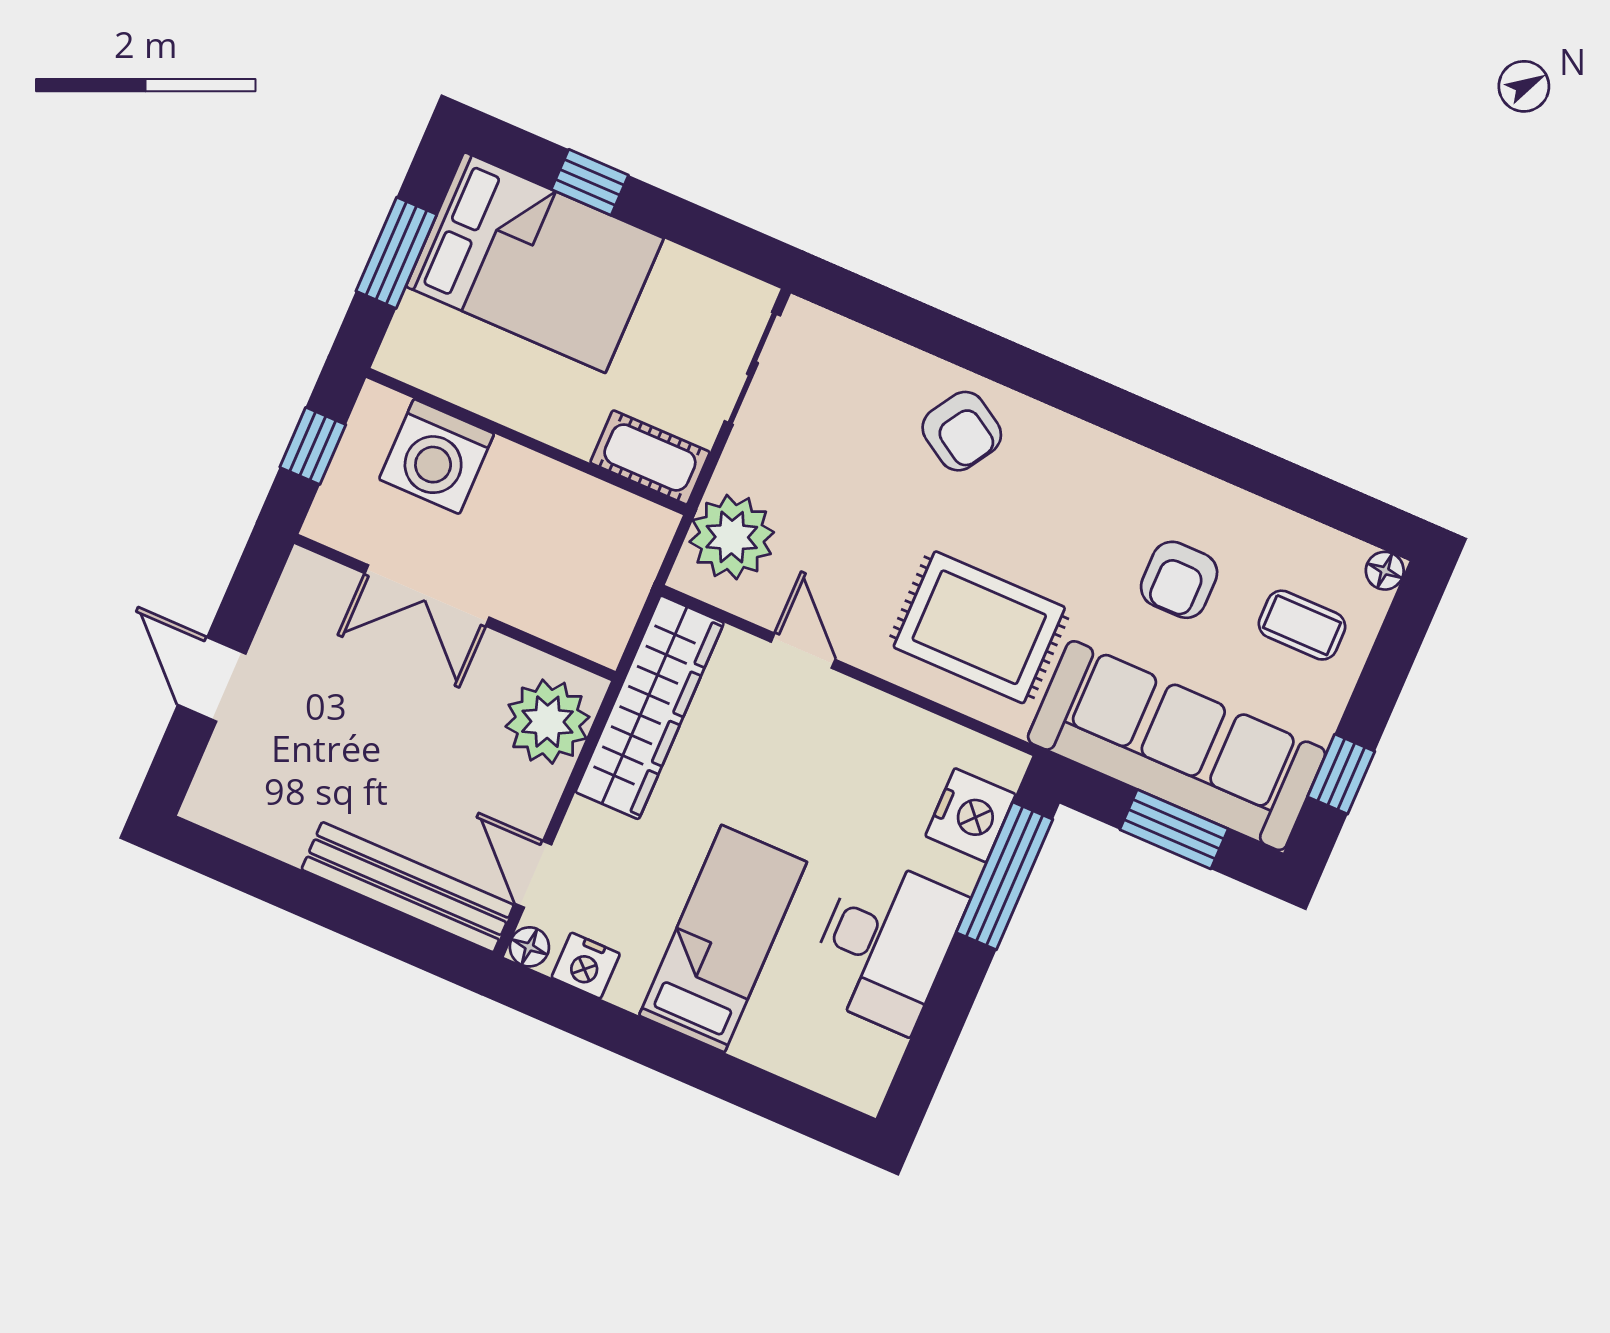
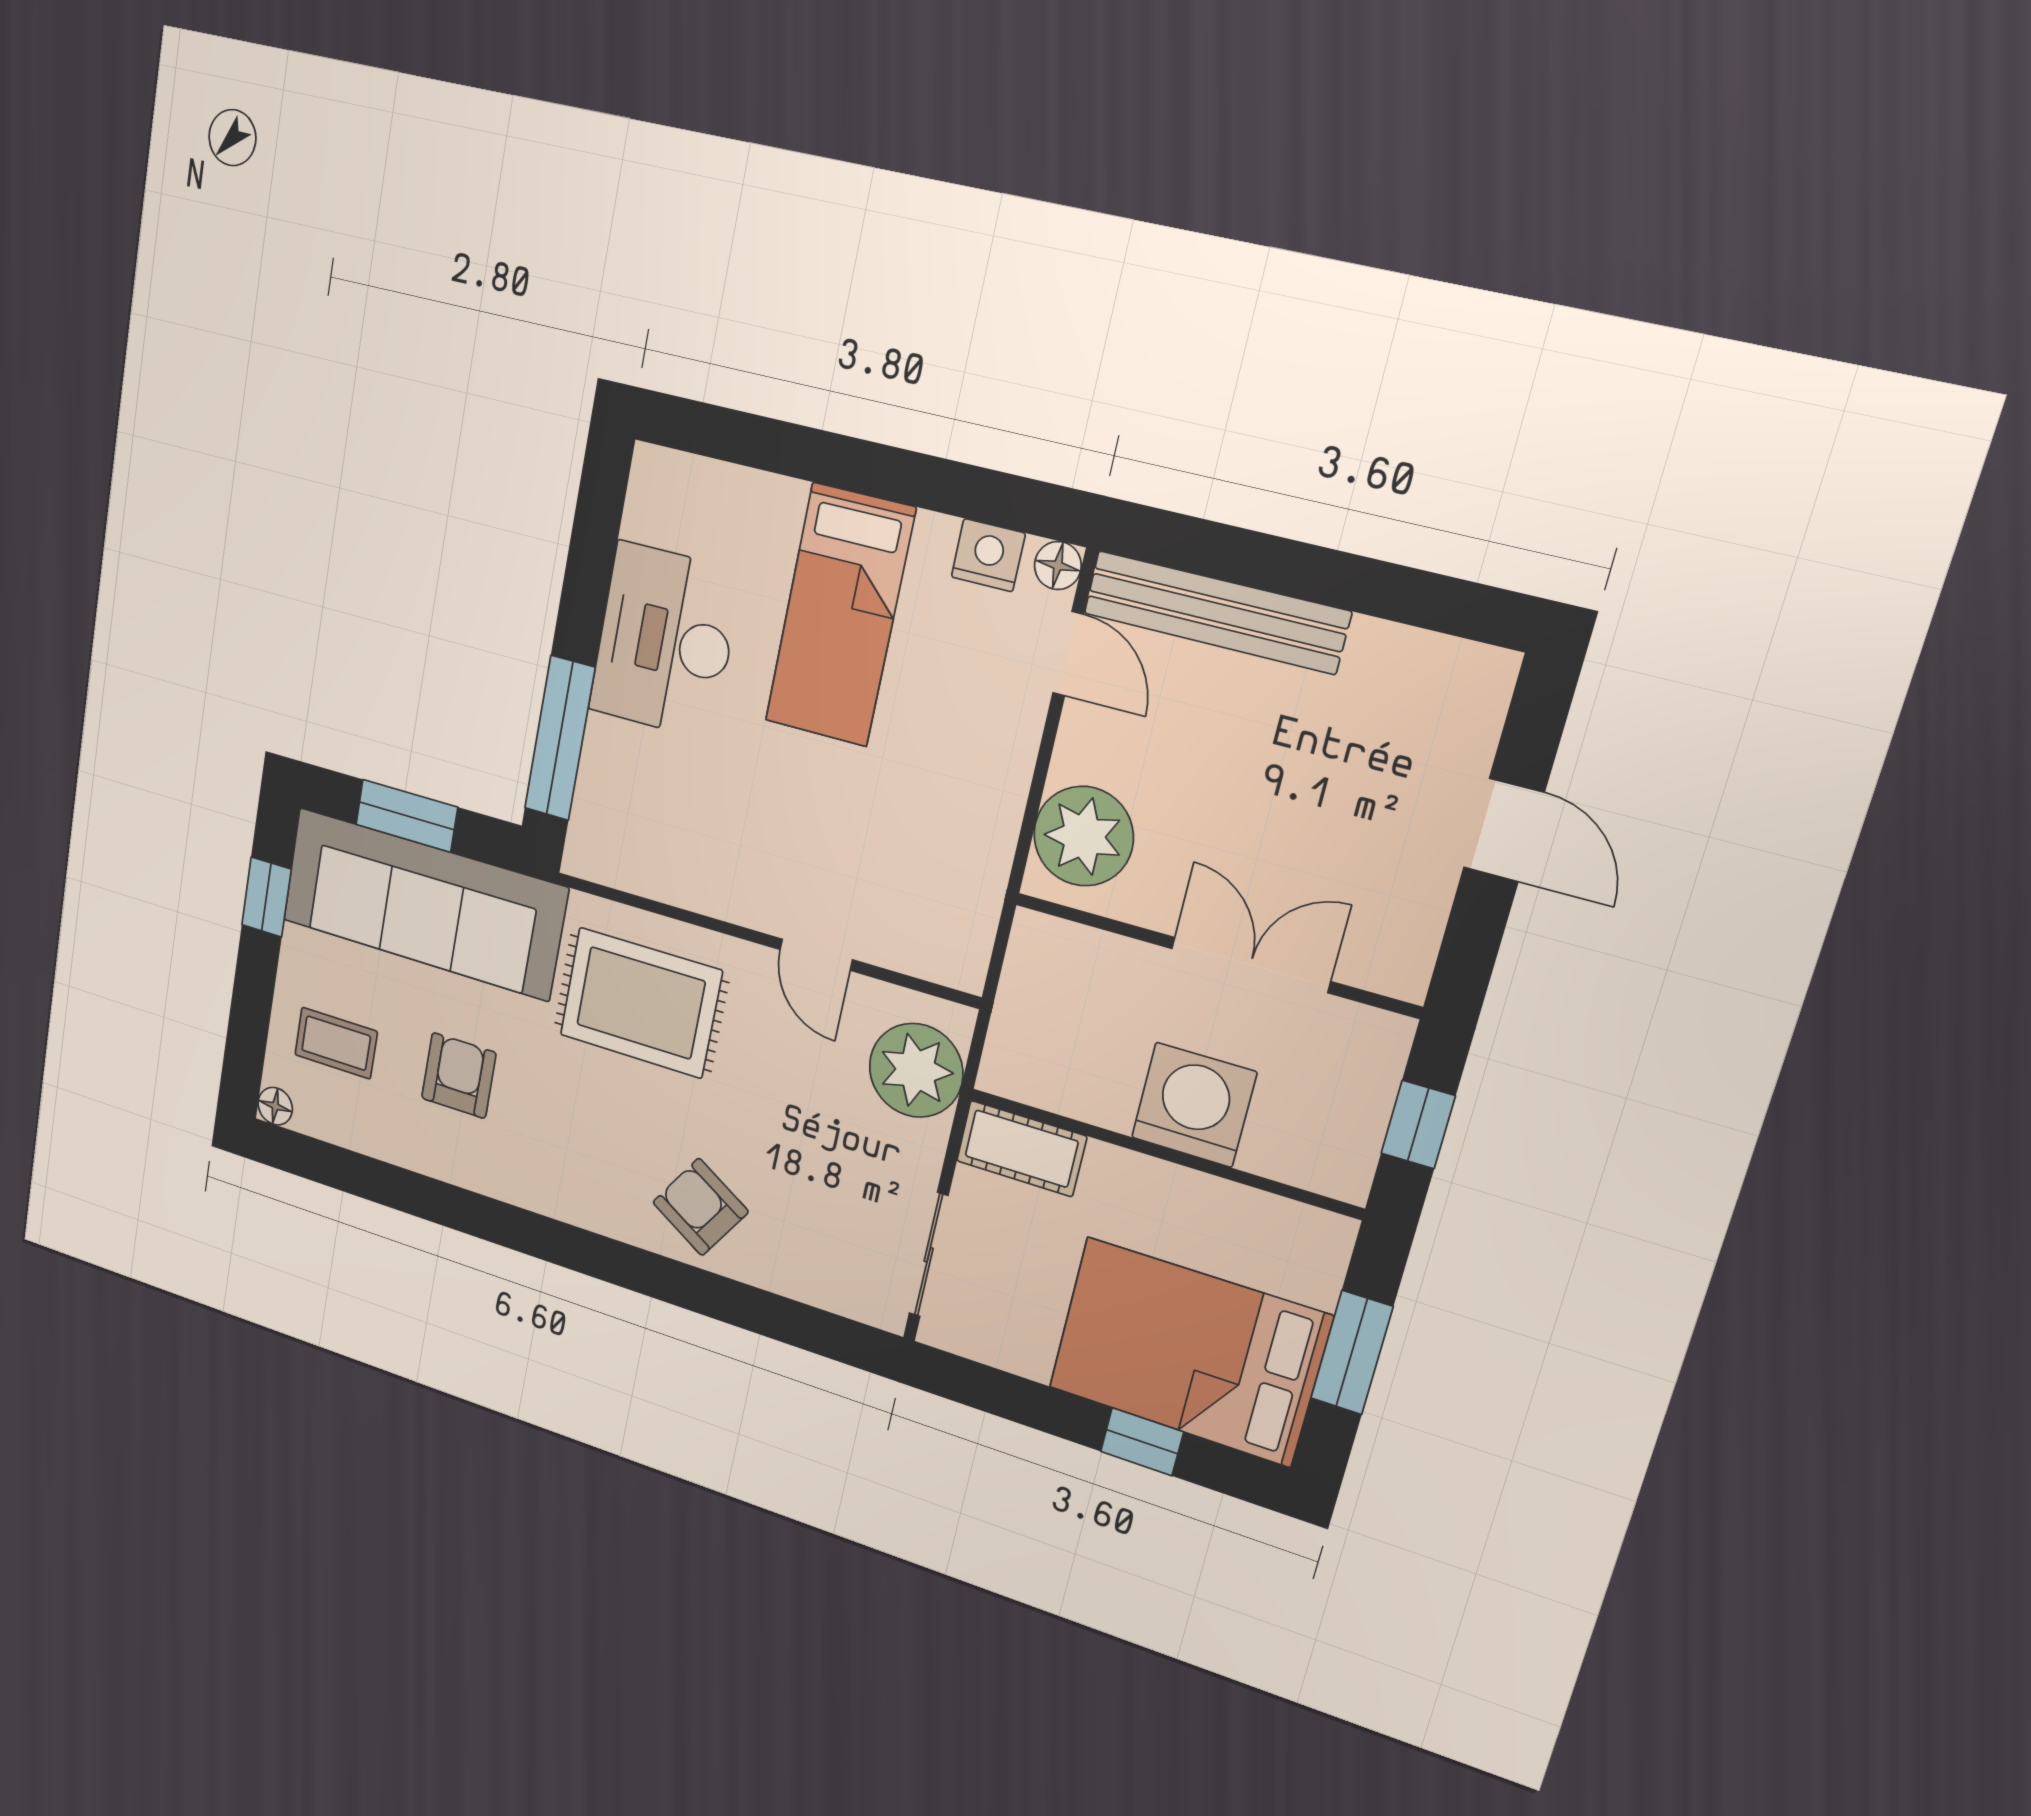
washing machine: (437, 456) -> (1194, 1105), moved
wardrobe: (650, 707) -> (971, 869), removed
nightstand: (970, 815) -> (608, 799), removed

